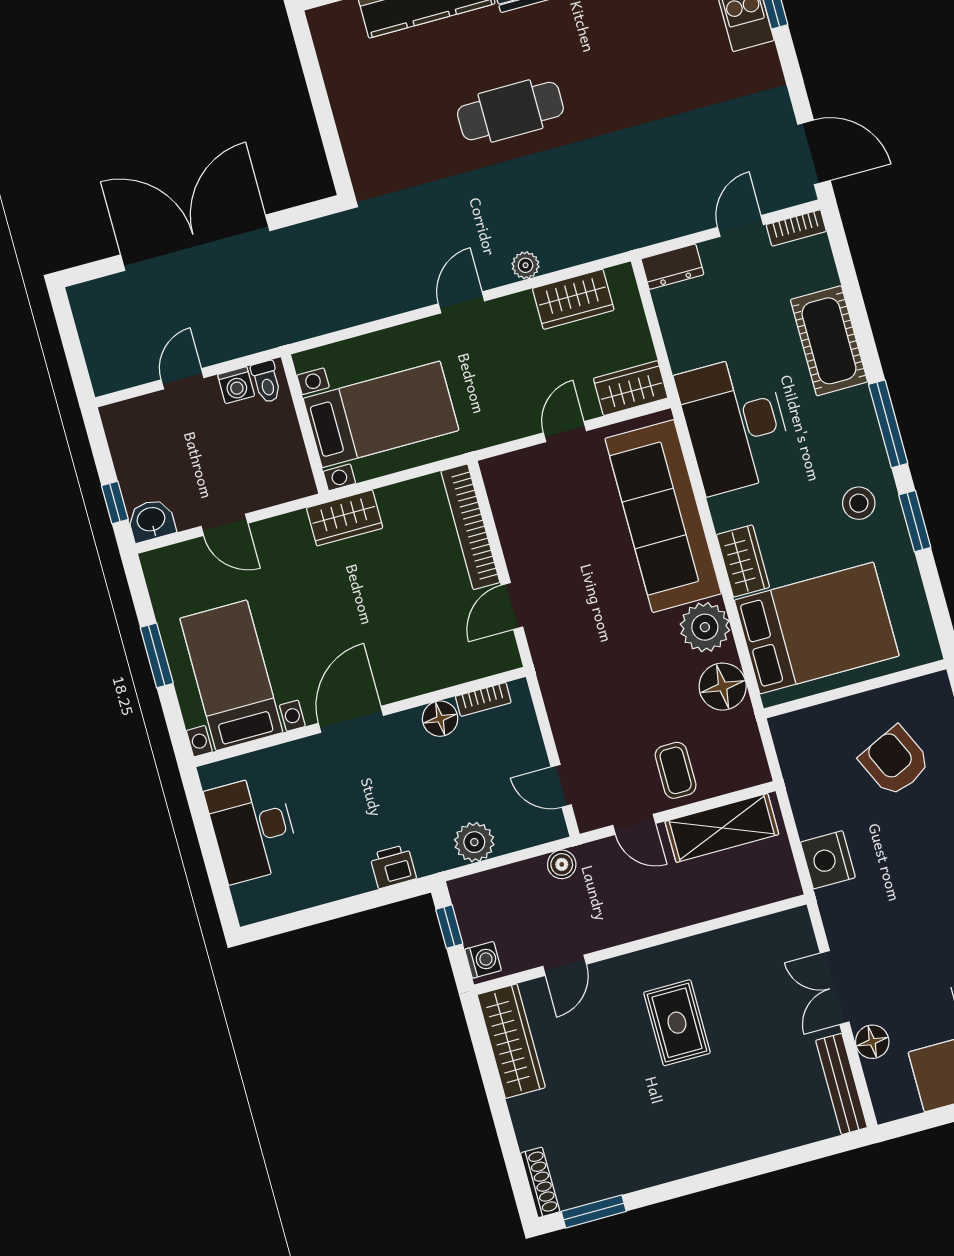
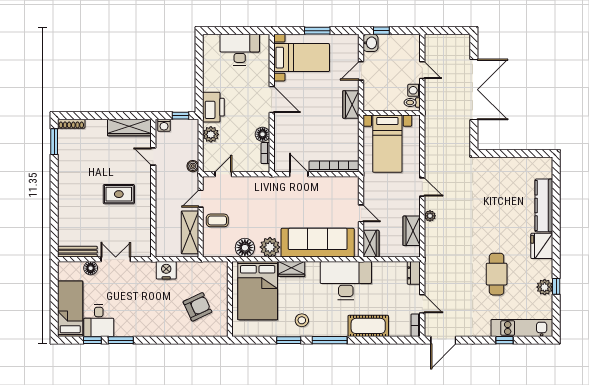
cafe table: (510, 111) -> (497, 274), moved
wardrobe: (345, 518) -> (351, 104), moved
printer: (393, 866) -> (213, 107), width x1.87, depth x1.48

